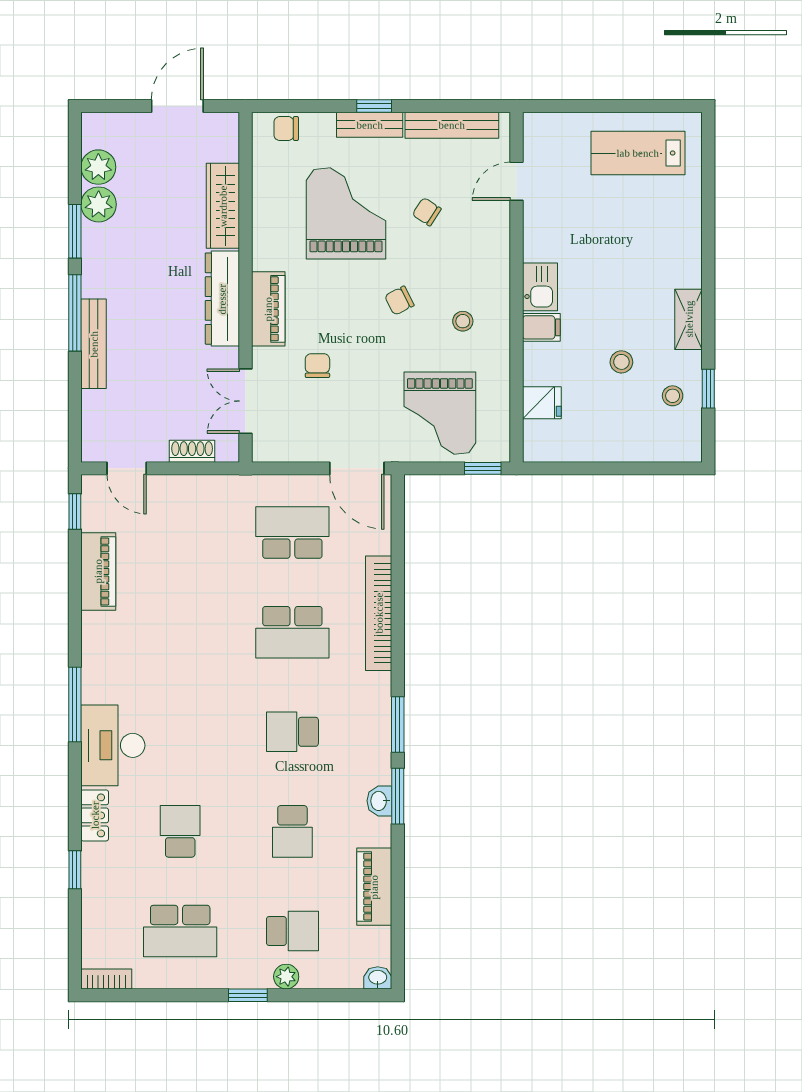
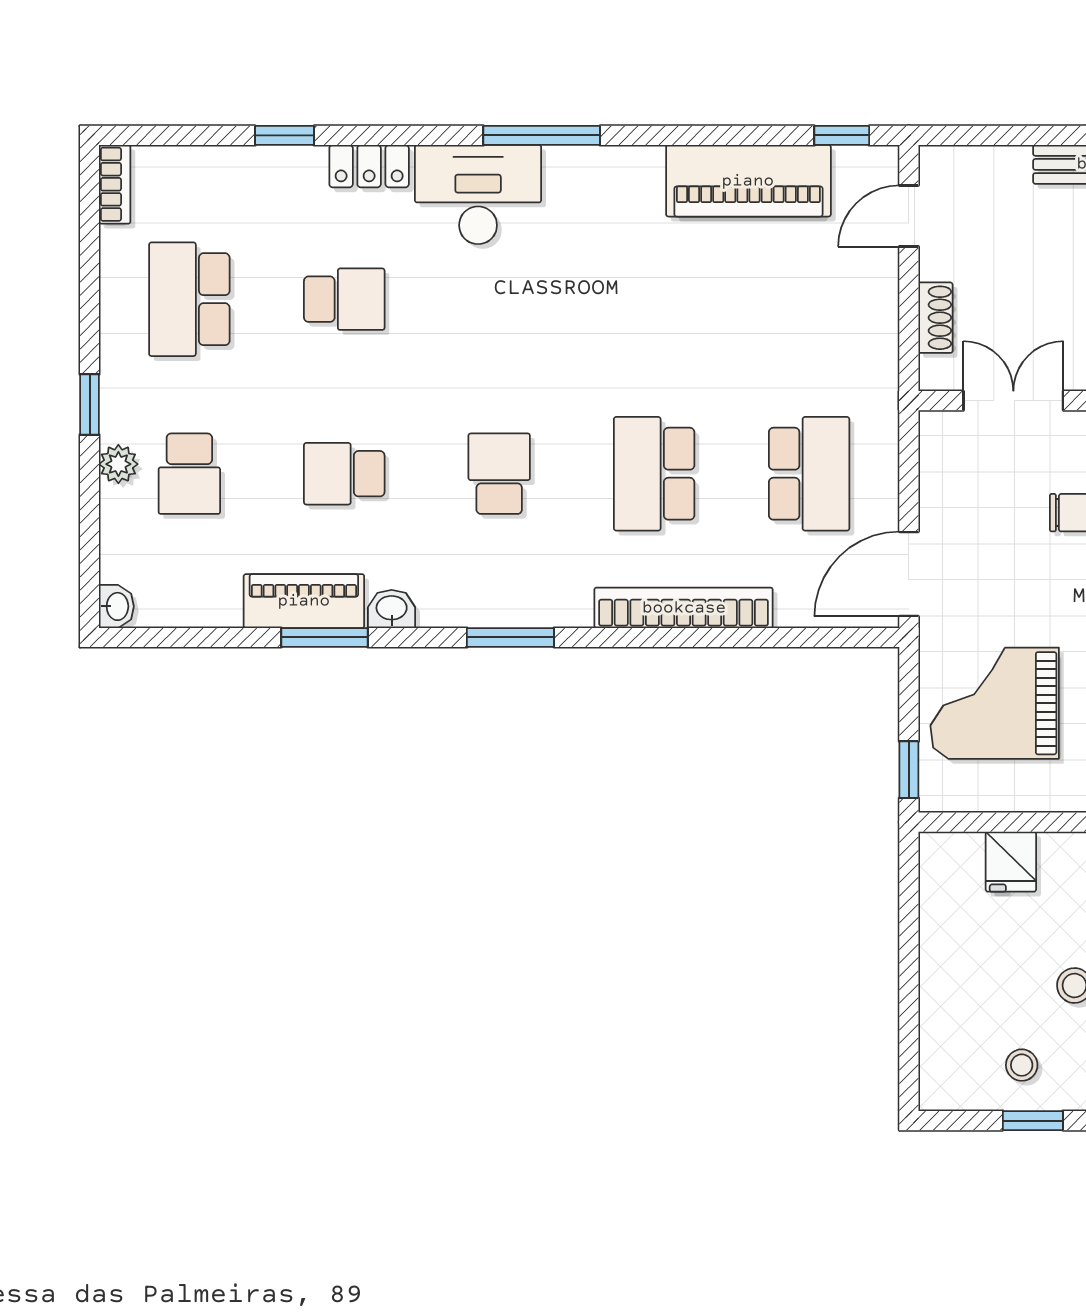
piano: (98, 571) -> (748, 181), width x1.37, depth x1.33
window: (398, 796) -> (325, 637), moved
piano: (374, 887) -> (304, 601), moved

